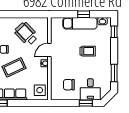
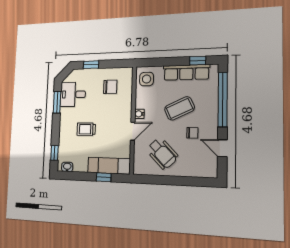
window: (84, 14) -> (104, 177), moved
exam couch: (80, 23) -> (109, 166), moved
desk: (90, 89) -> (73, 94), moved, turned -90

